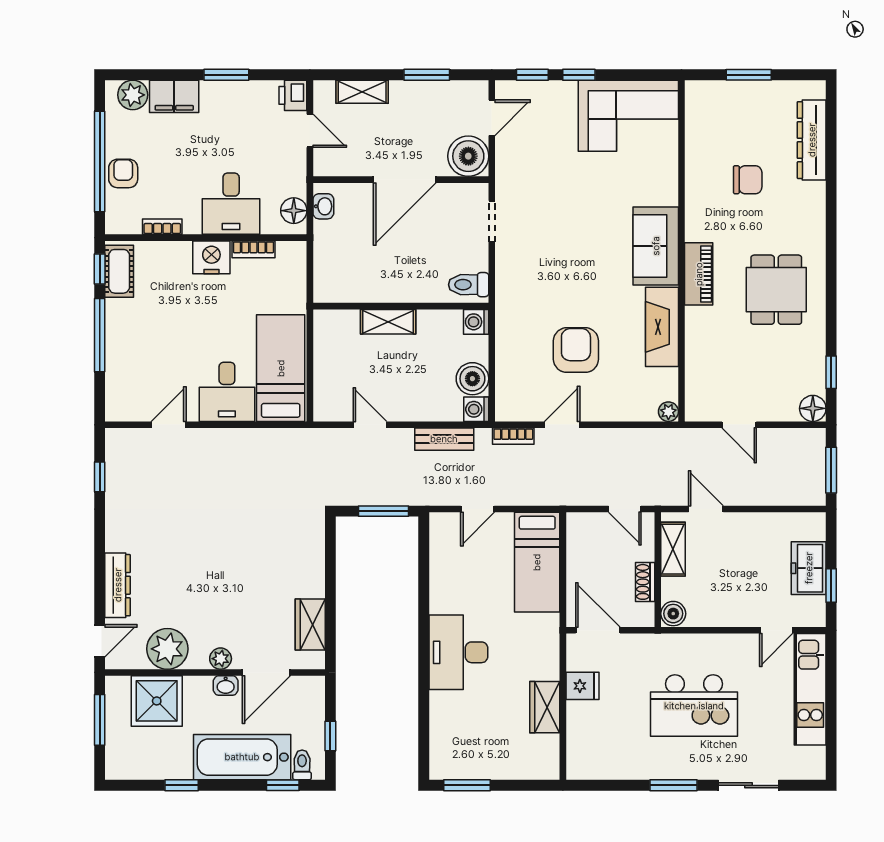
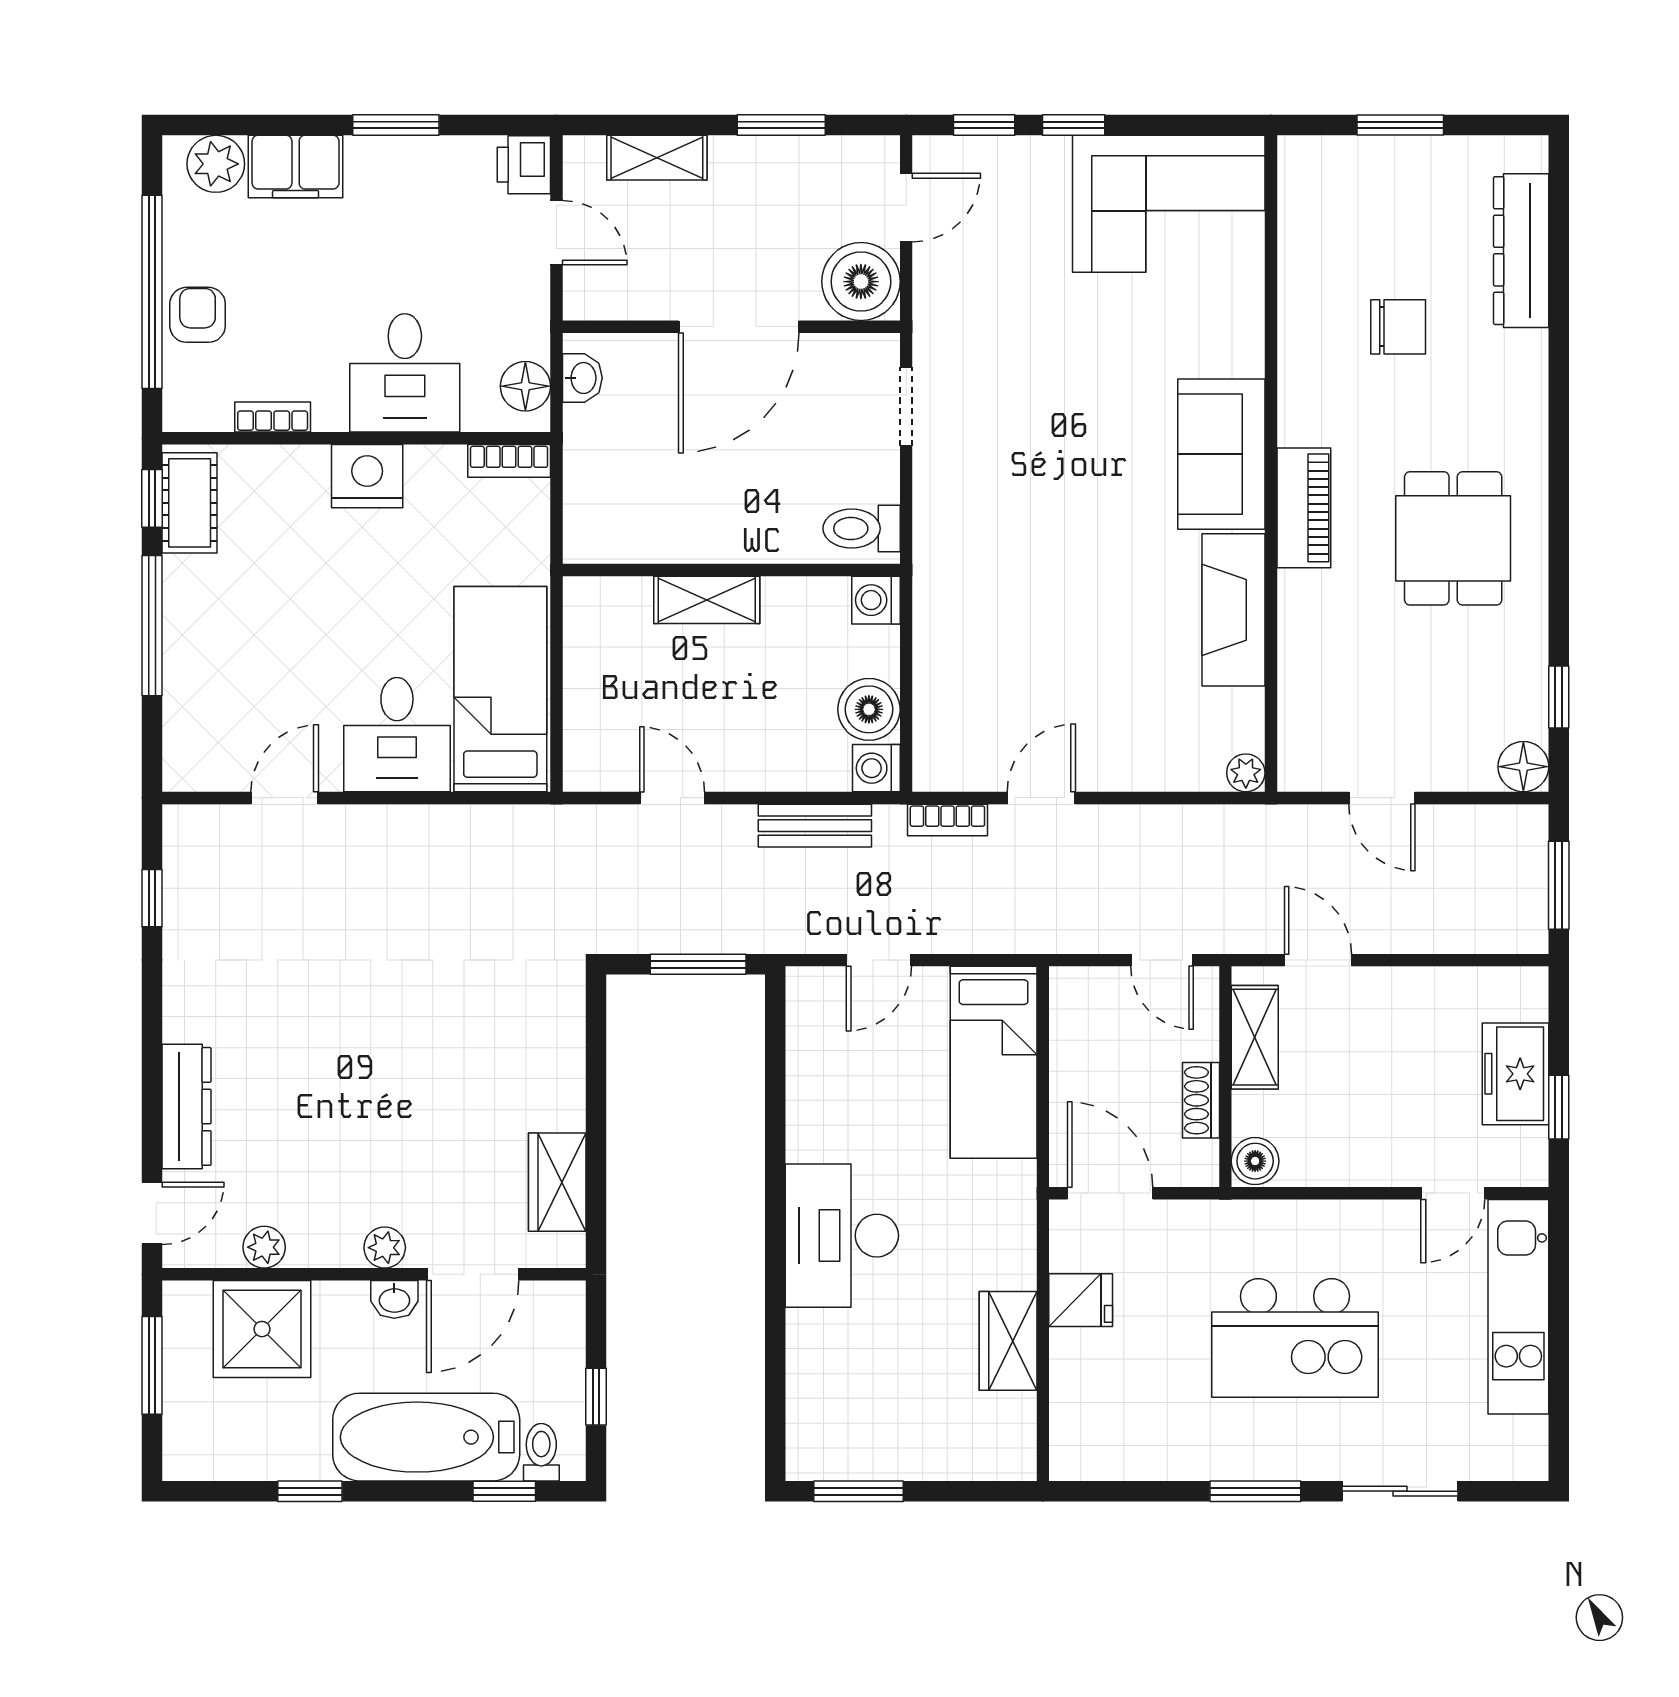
bookcase: (253, 249) -> (509, 461), moved
armchair: (576, 350) -> (1068, 654), removed
plant: (167, 649) -> (264, 1247), width x0.53, depth x0.53

